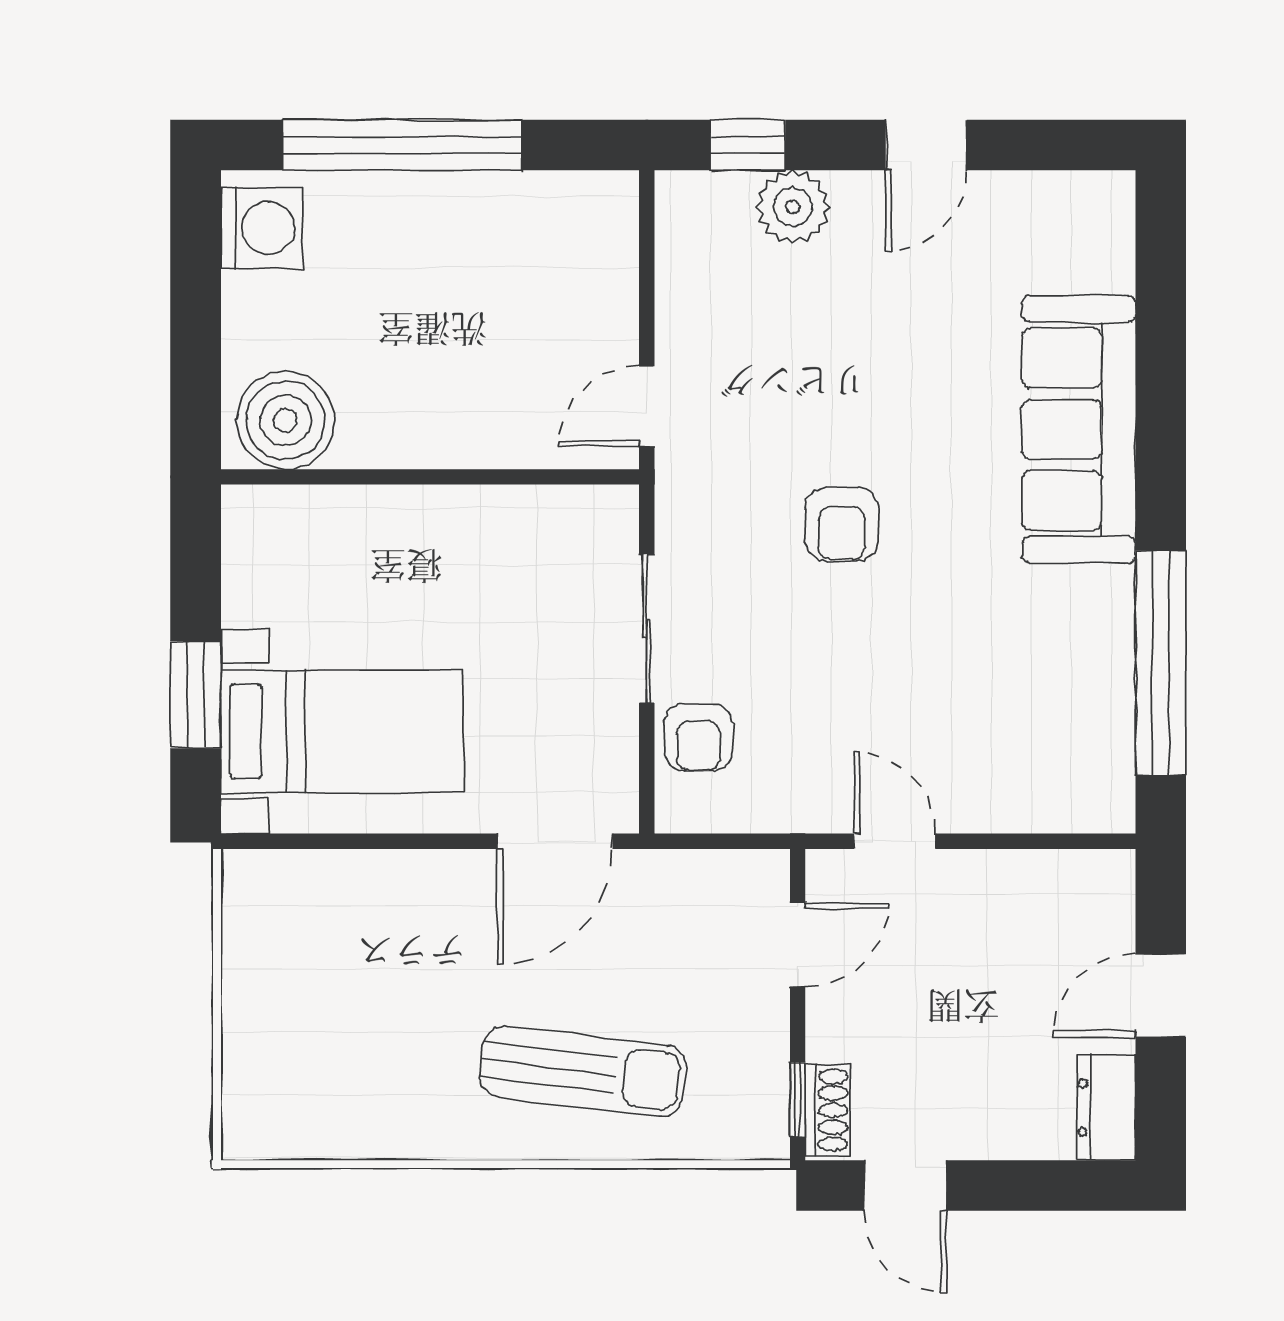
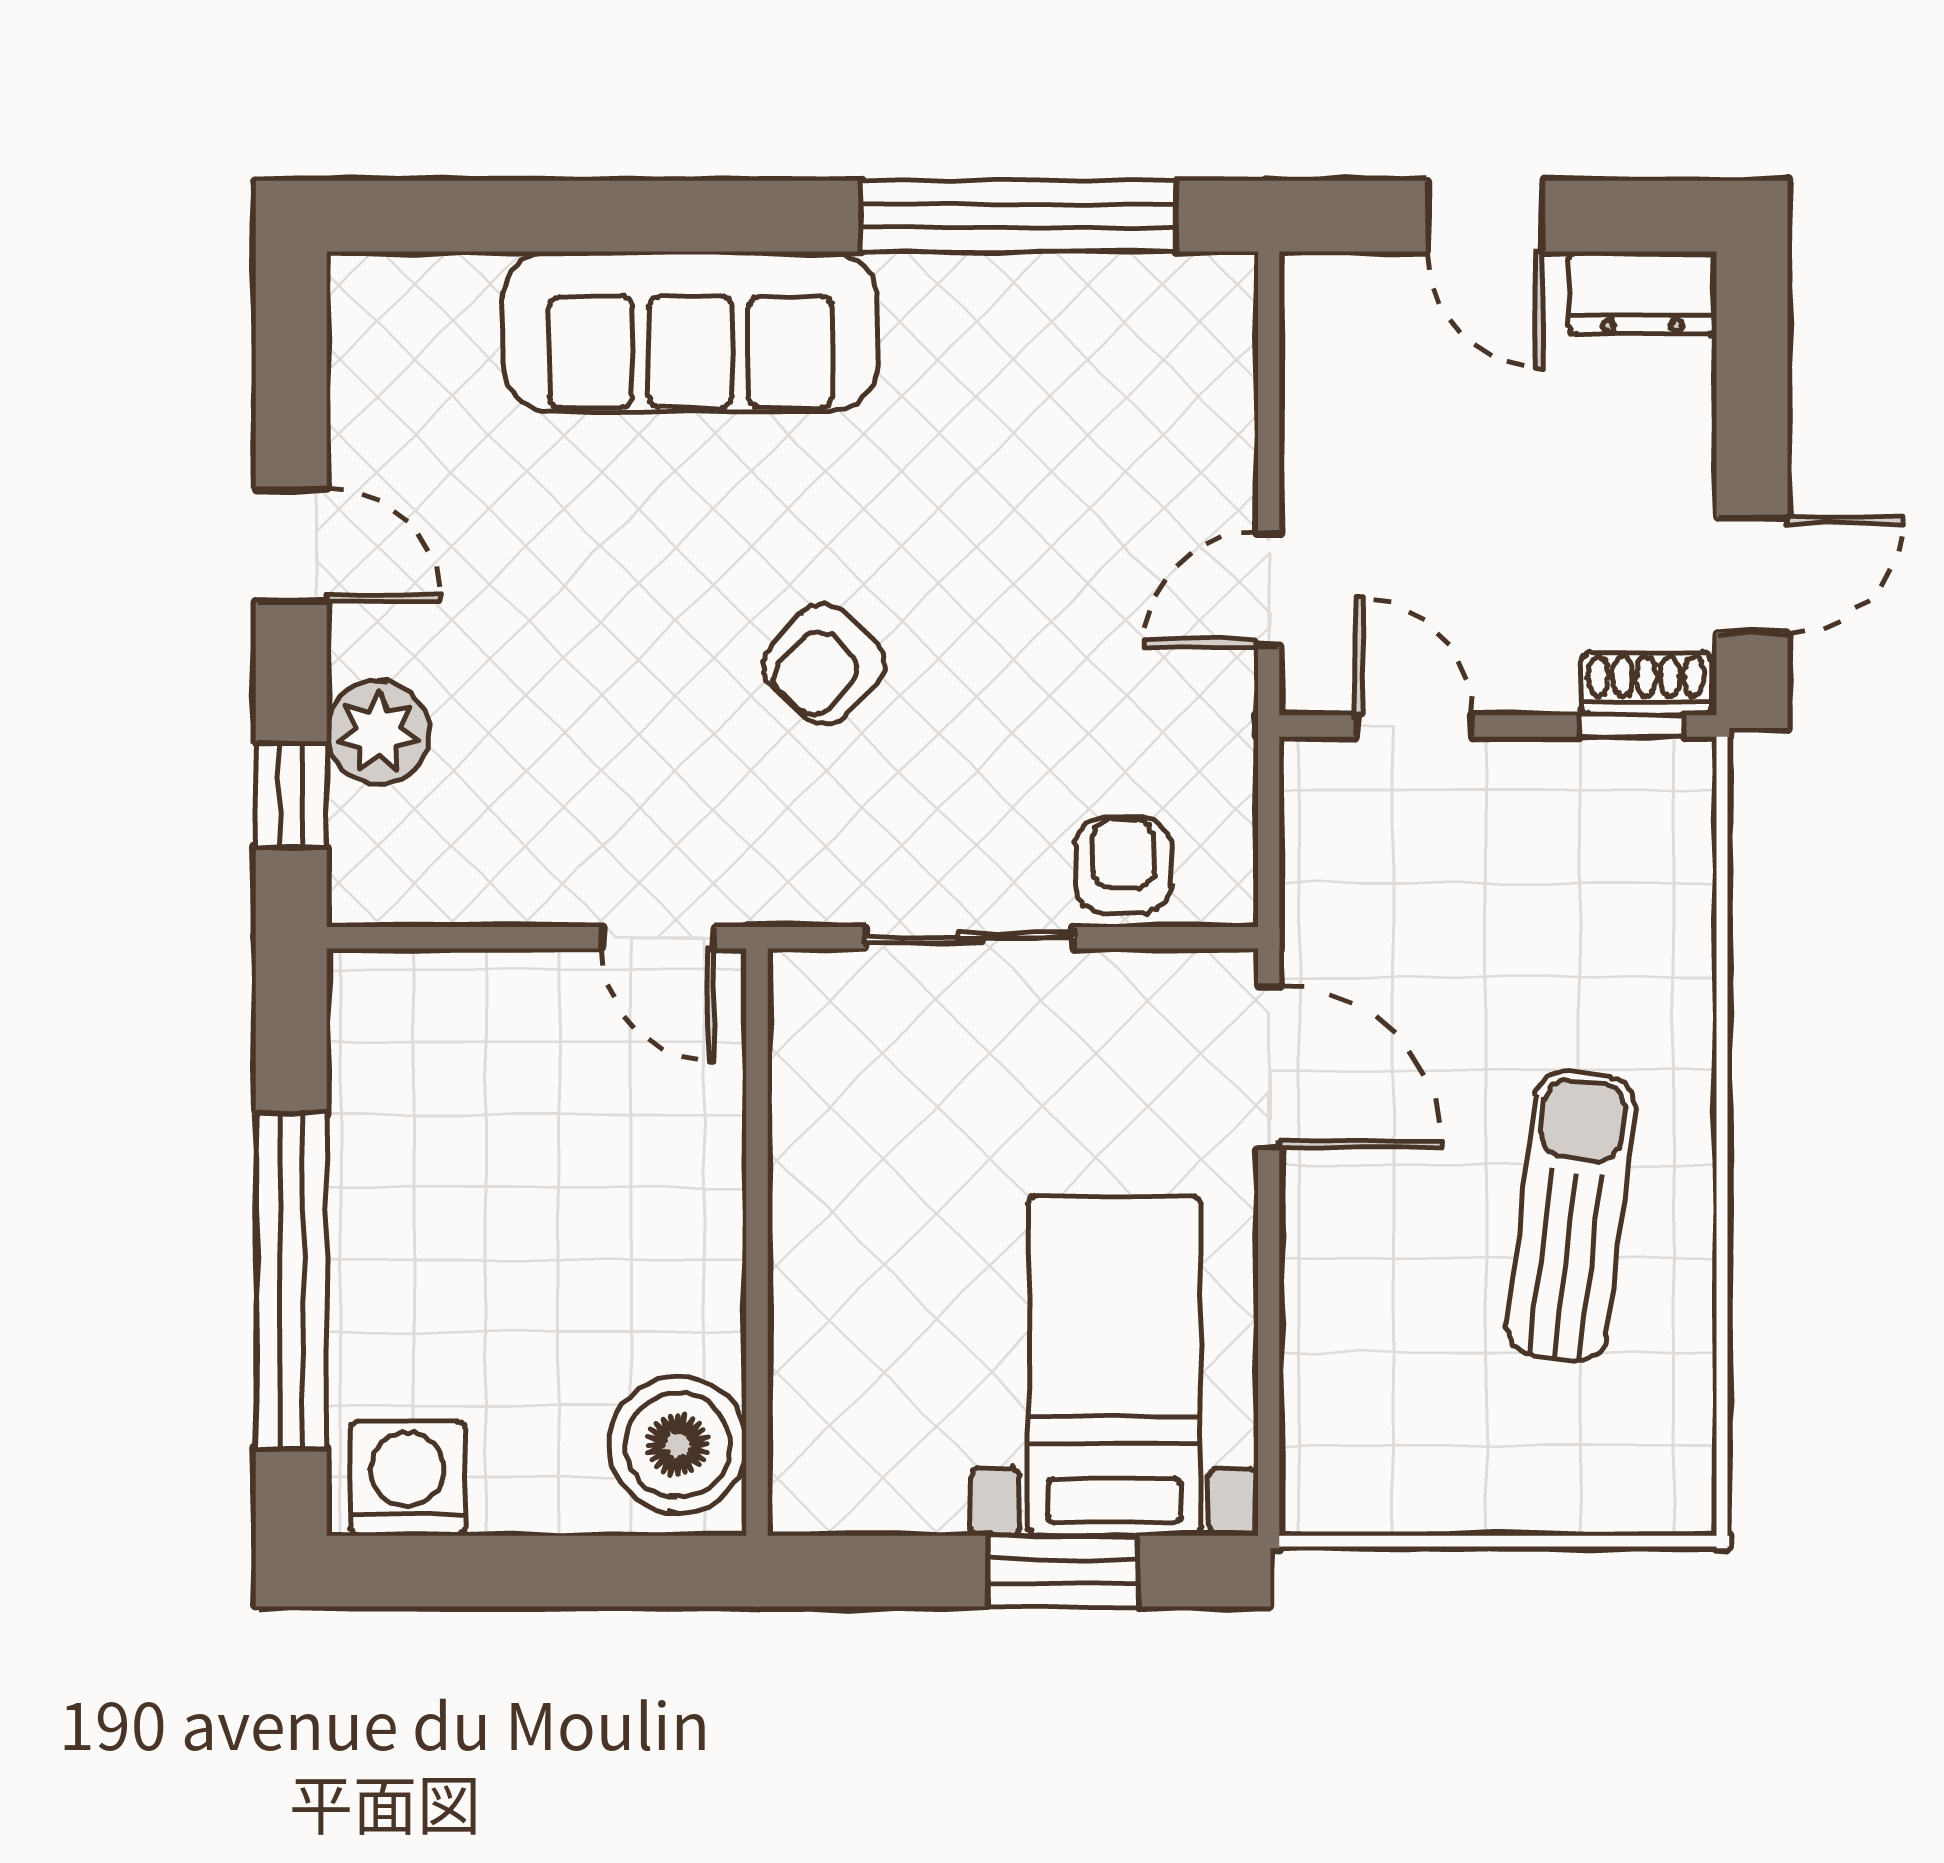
armchair: (842, 524) -> (824, 664), turned 132
armchair: (698, 738) -> (1123, 866), turned -90
sun lounger: (583, 1071) -> (1571, 1216), moved

